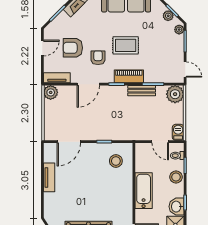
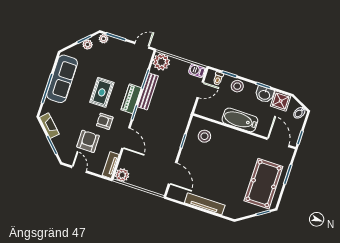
armchair: (73, 48) -> (88, 141), turned 180
bench: (142, 91) -> (148, 91), width x1.36
tv unit: (49, 177) -> (205, 204), width x1.41

